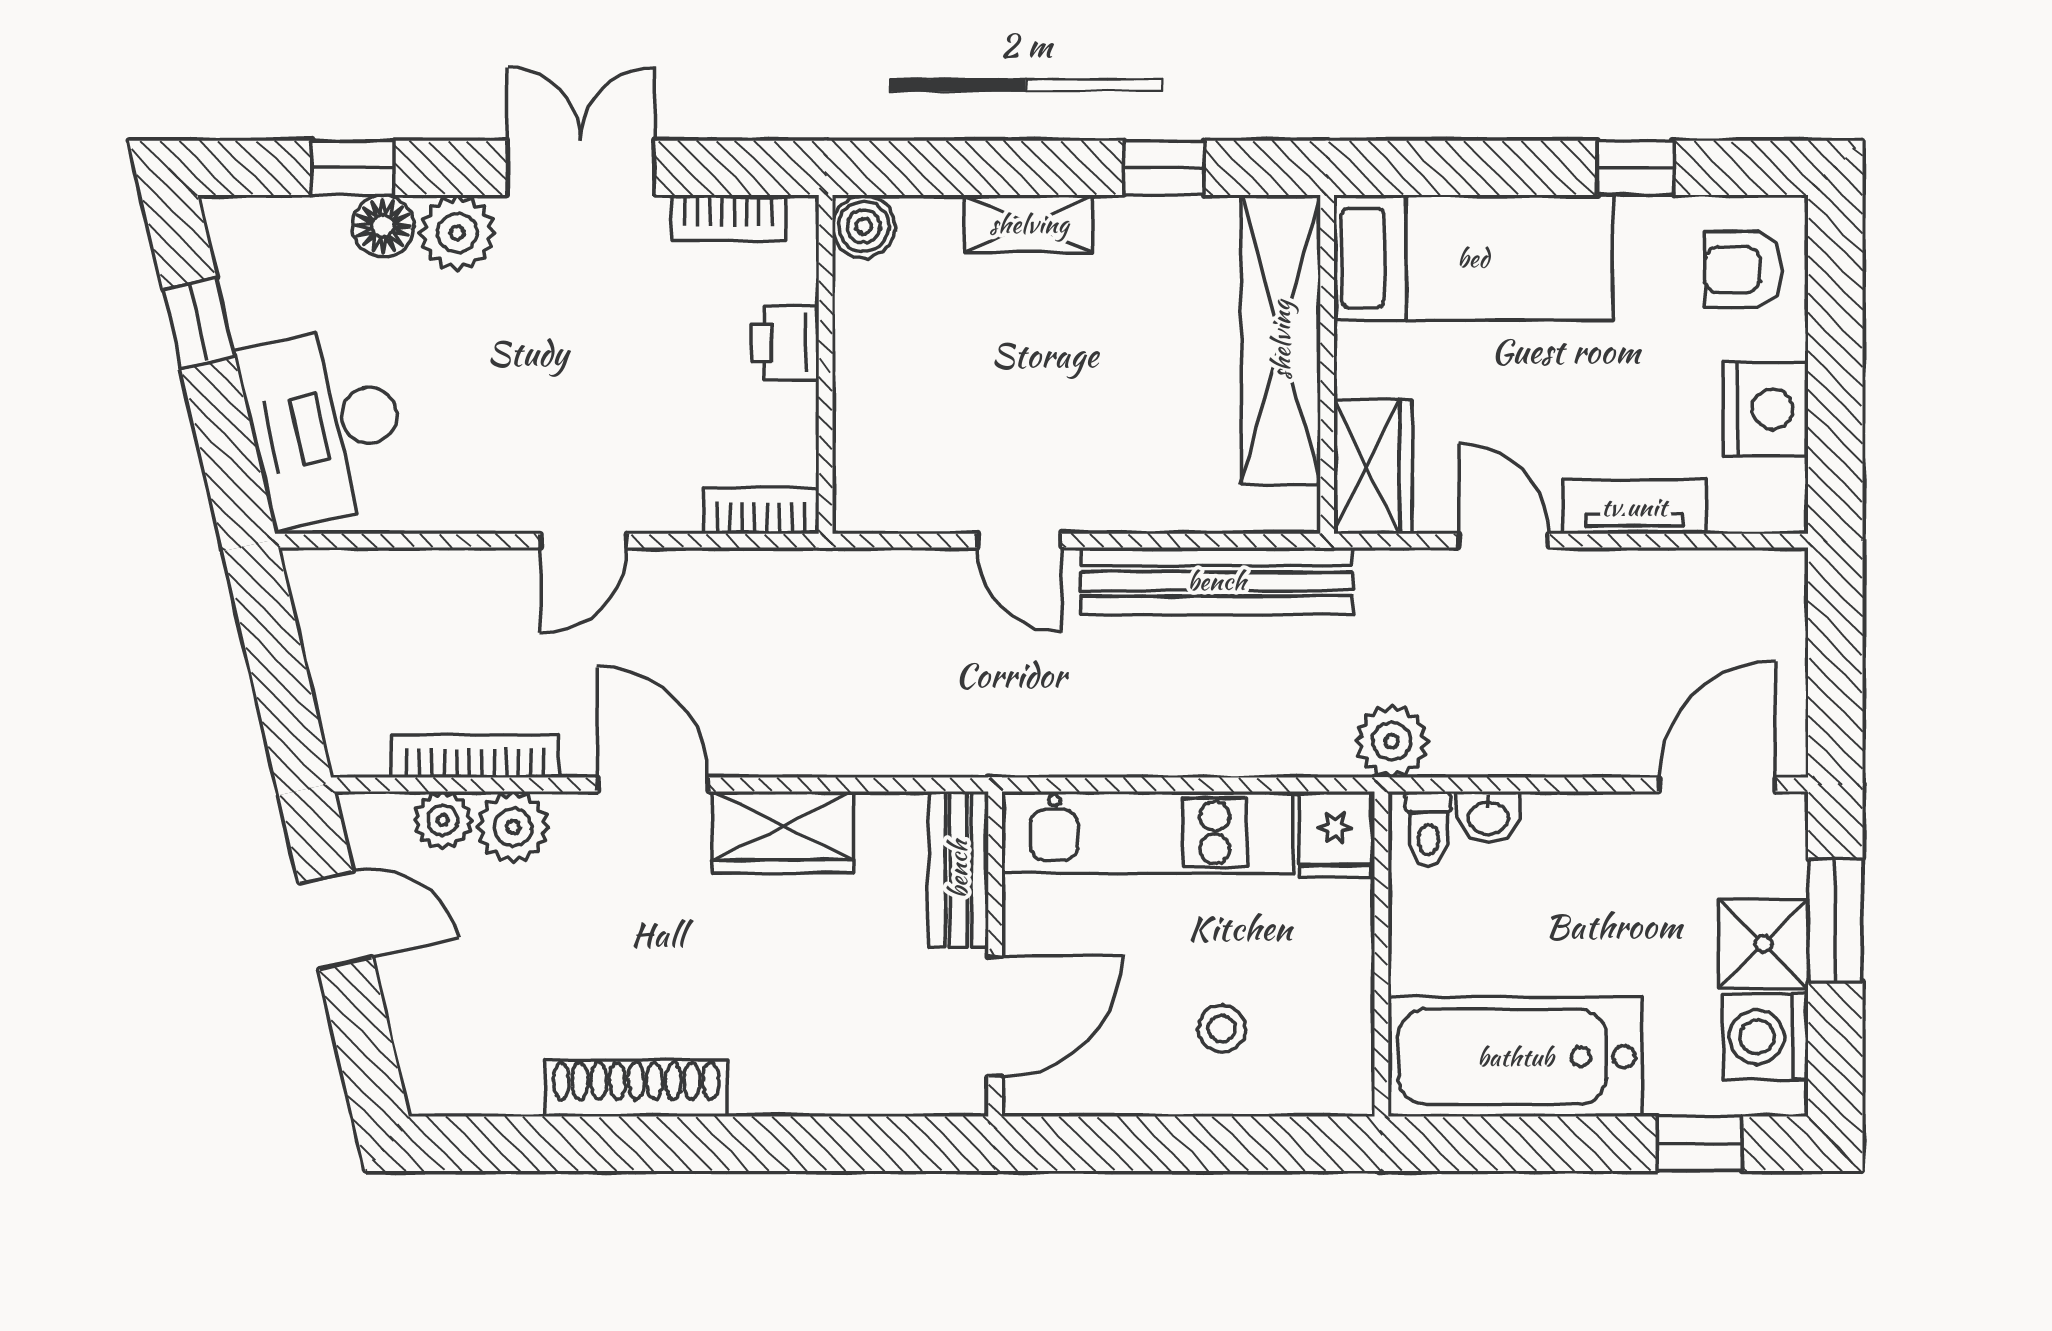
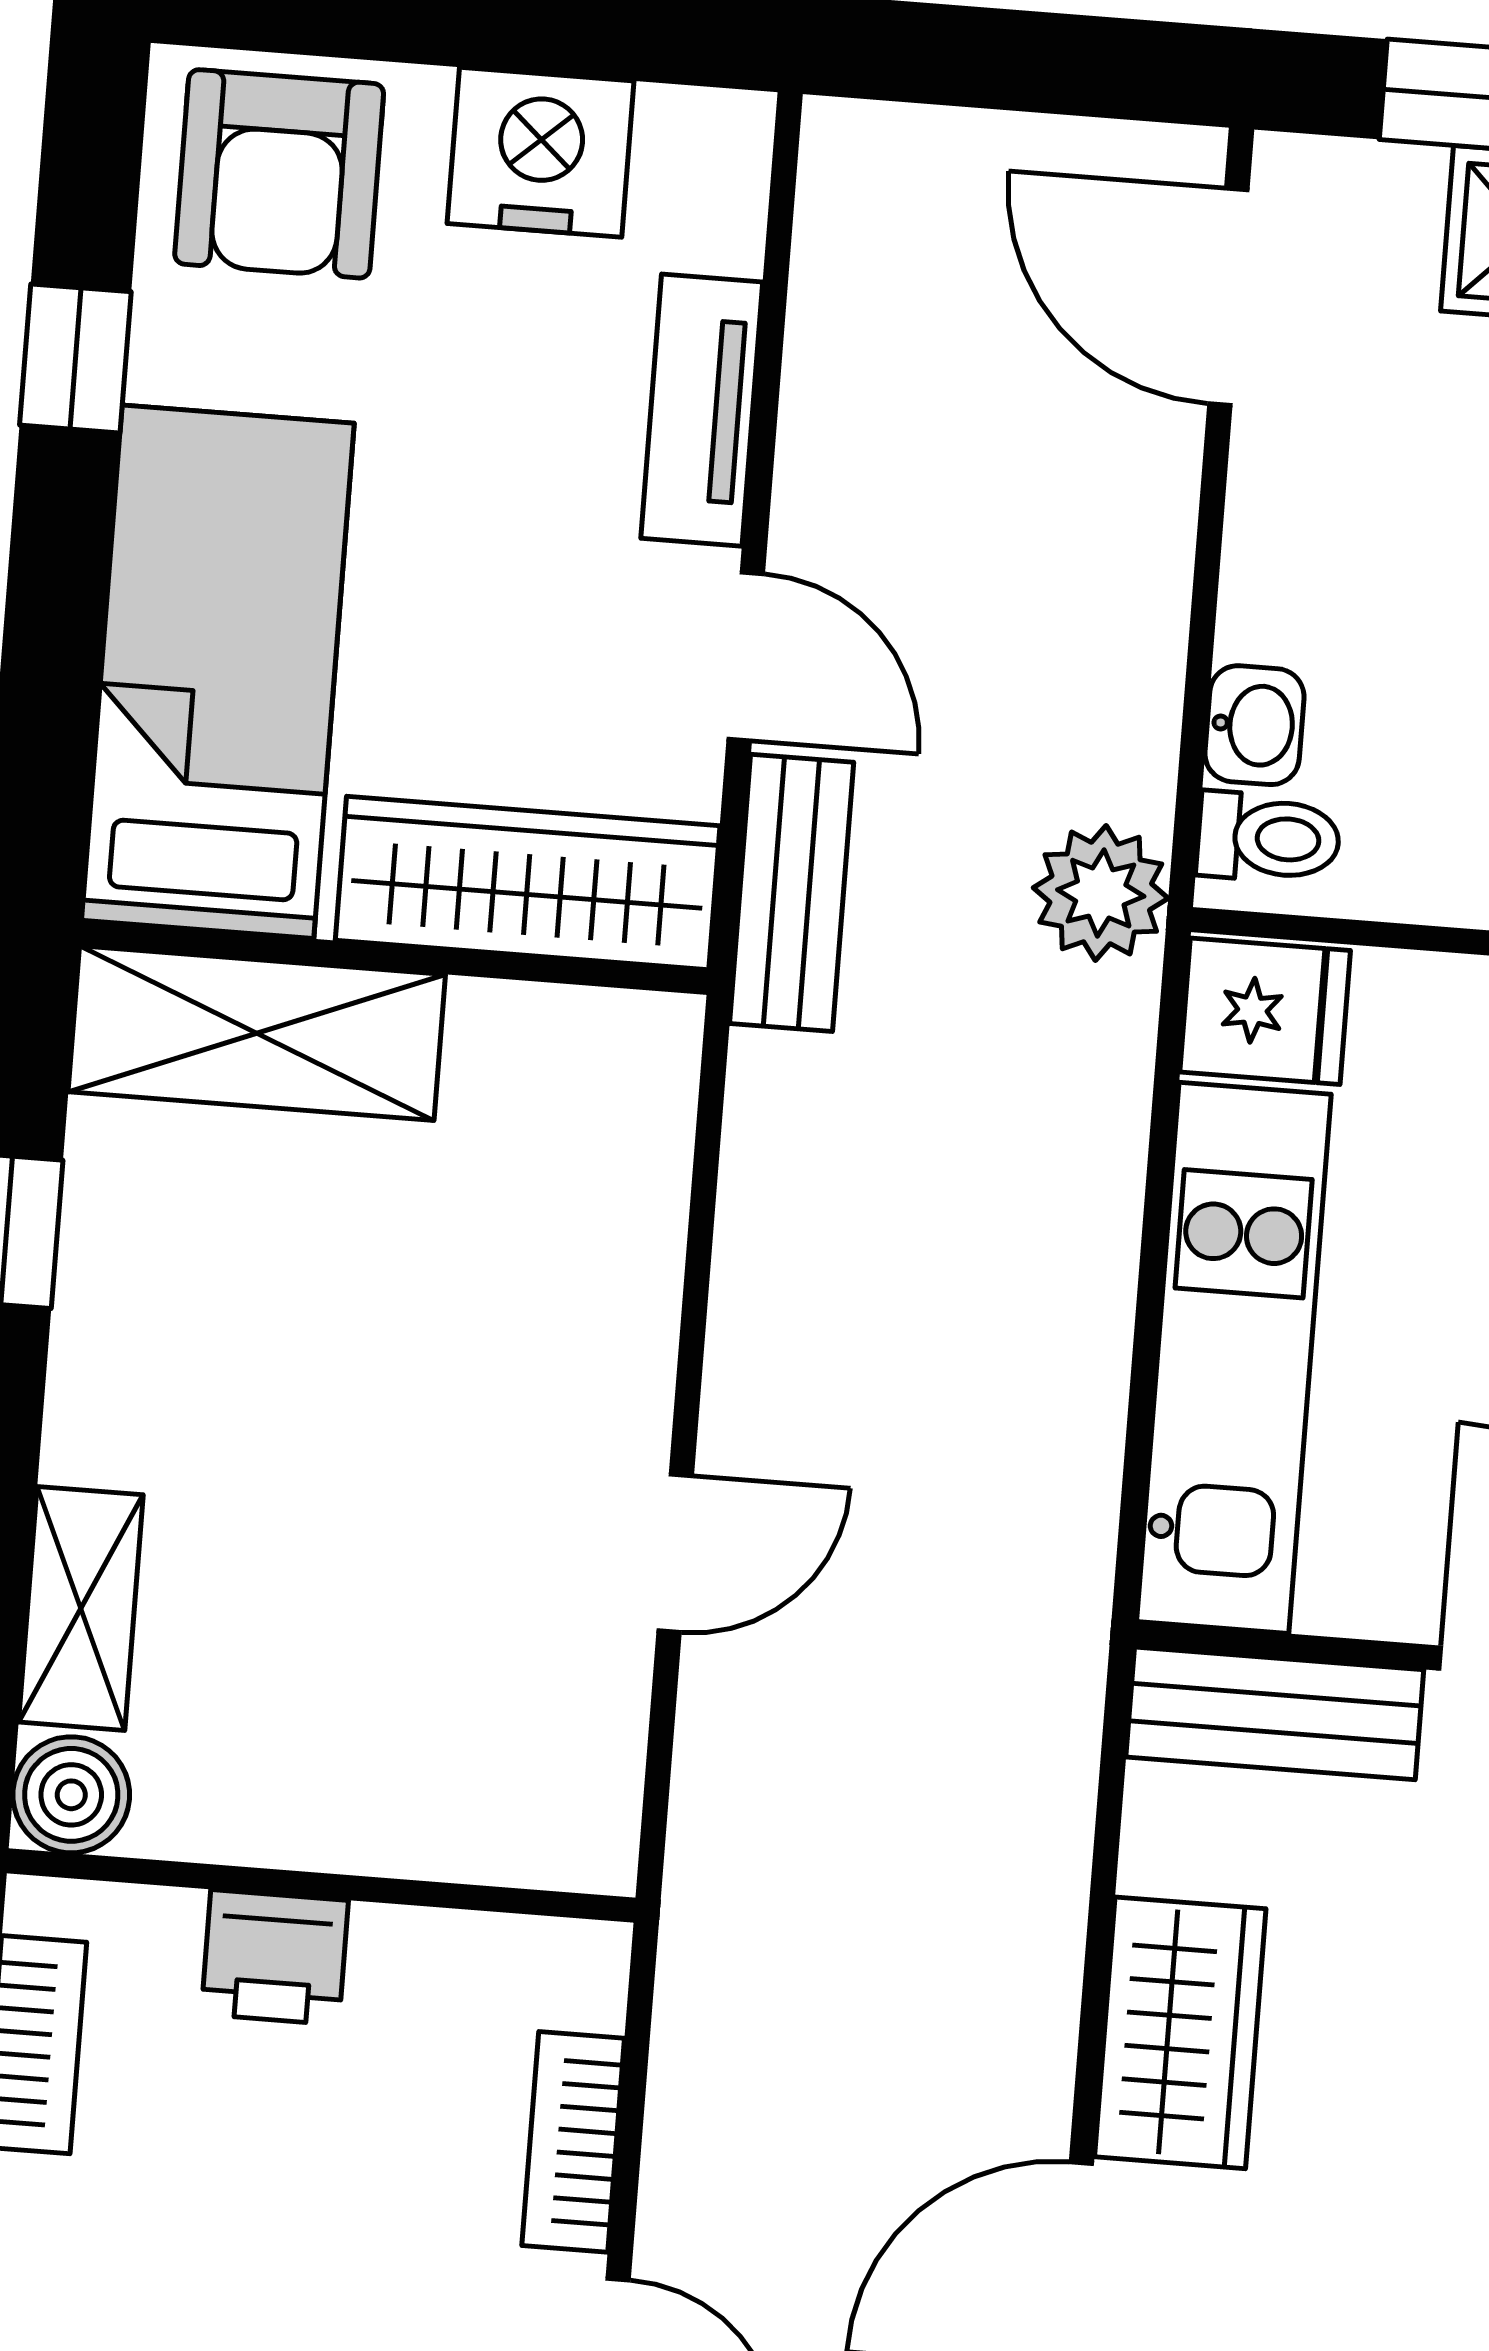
shelving: (1029, 224) -> (81, 1608), moved
armchair: (1743, 270) -> (279, 174), width x1.38, depth x1.38
shelving: (1281, 340) -> (257, 1033), width x0.68
wardrobe: (1373, 467) -> (528, 883), width x1.50
bookcase: (761, 511) -> (573, 2142), moved
door: (1504, 541) -> (746, 656), swing flipped
bench: (1217, 581) -> (792, 893), moved, width x0.54, depth x0.82

